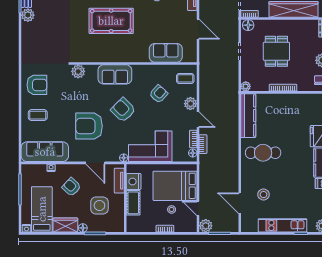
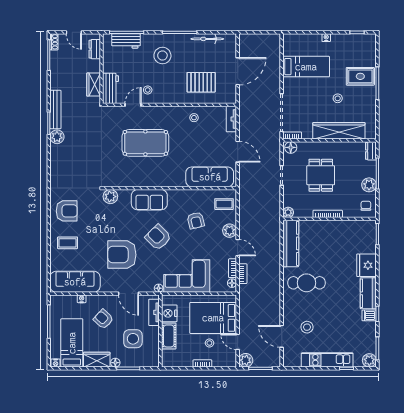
sofa: (166, 53) -> (210, 177), width x1.36
armchair: (159, 94) -> (196, 220), turned 124

